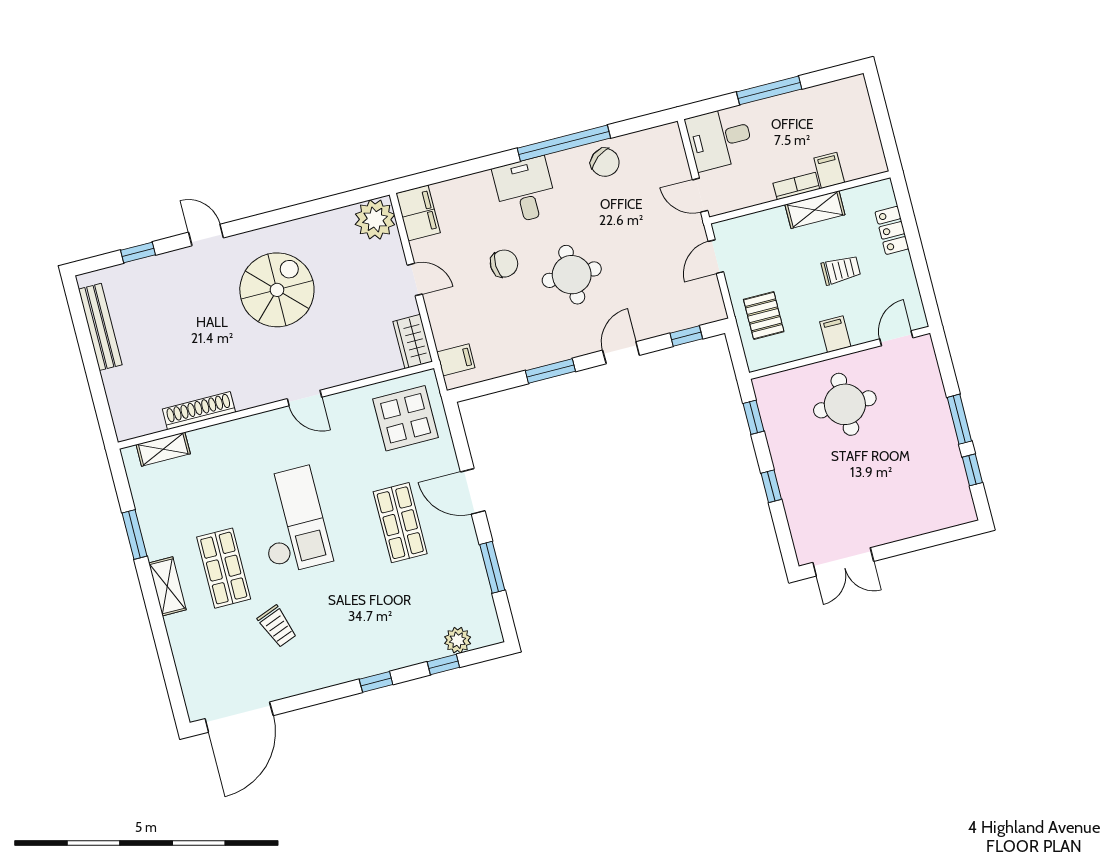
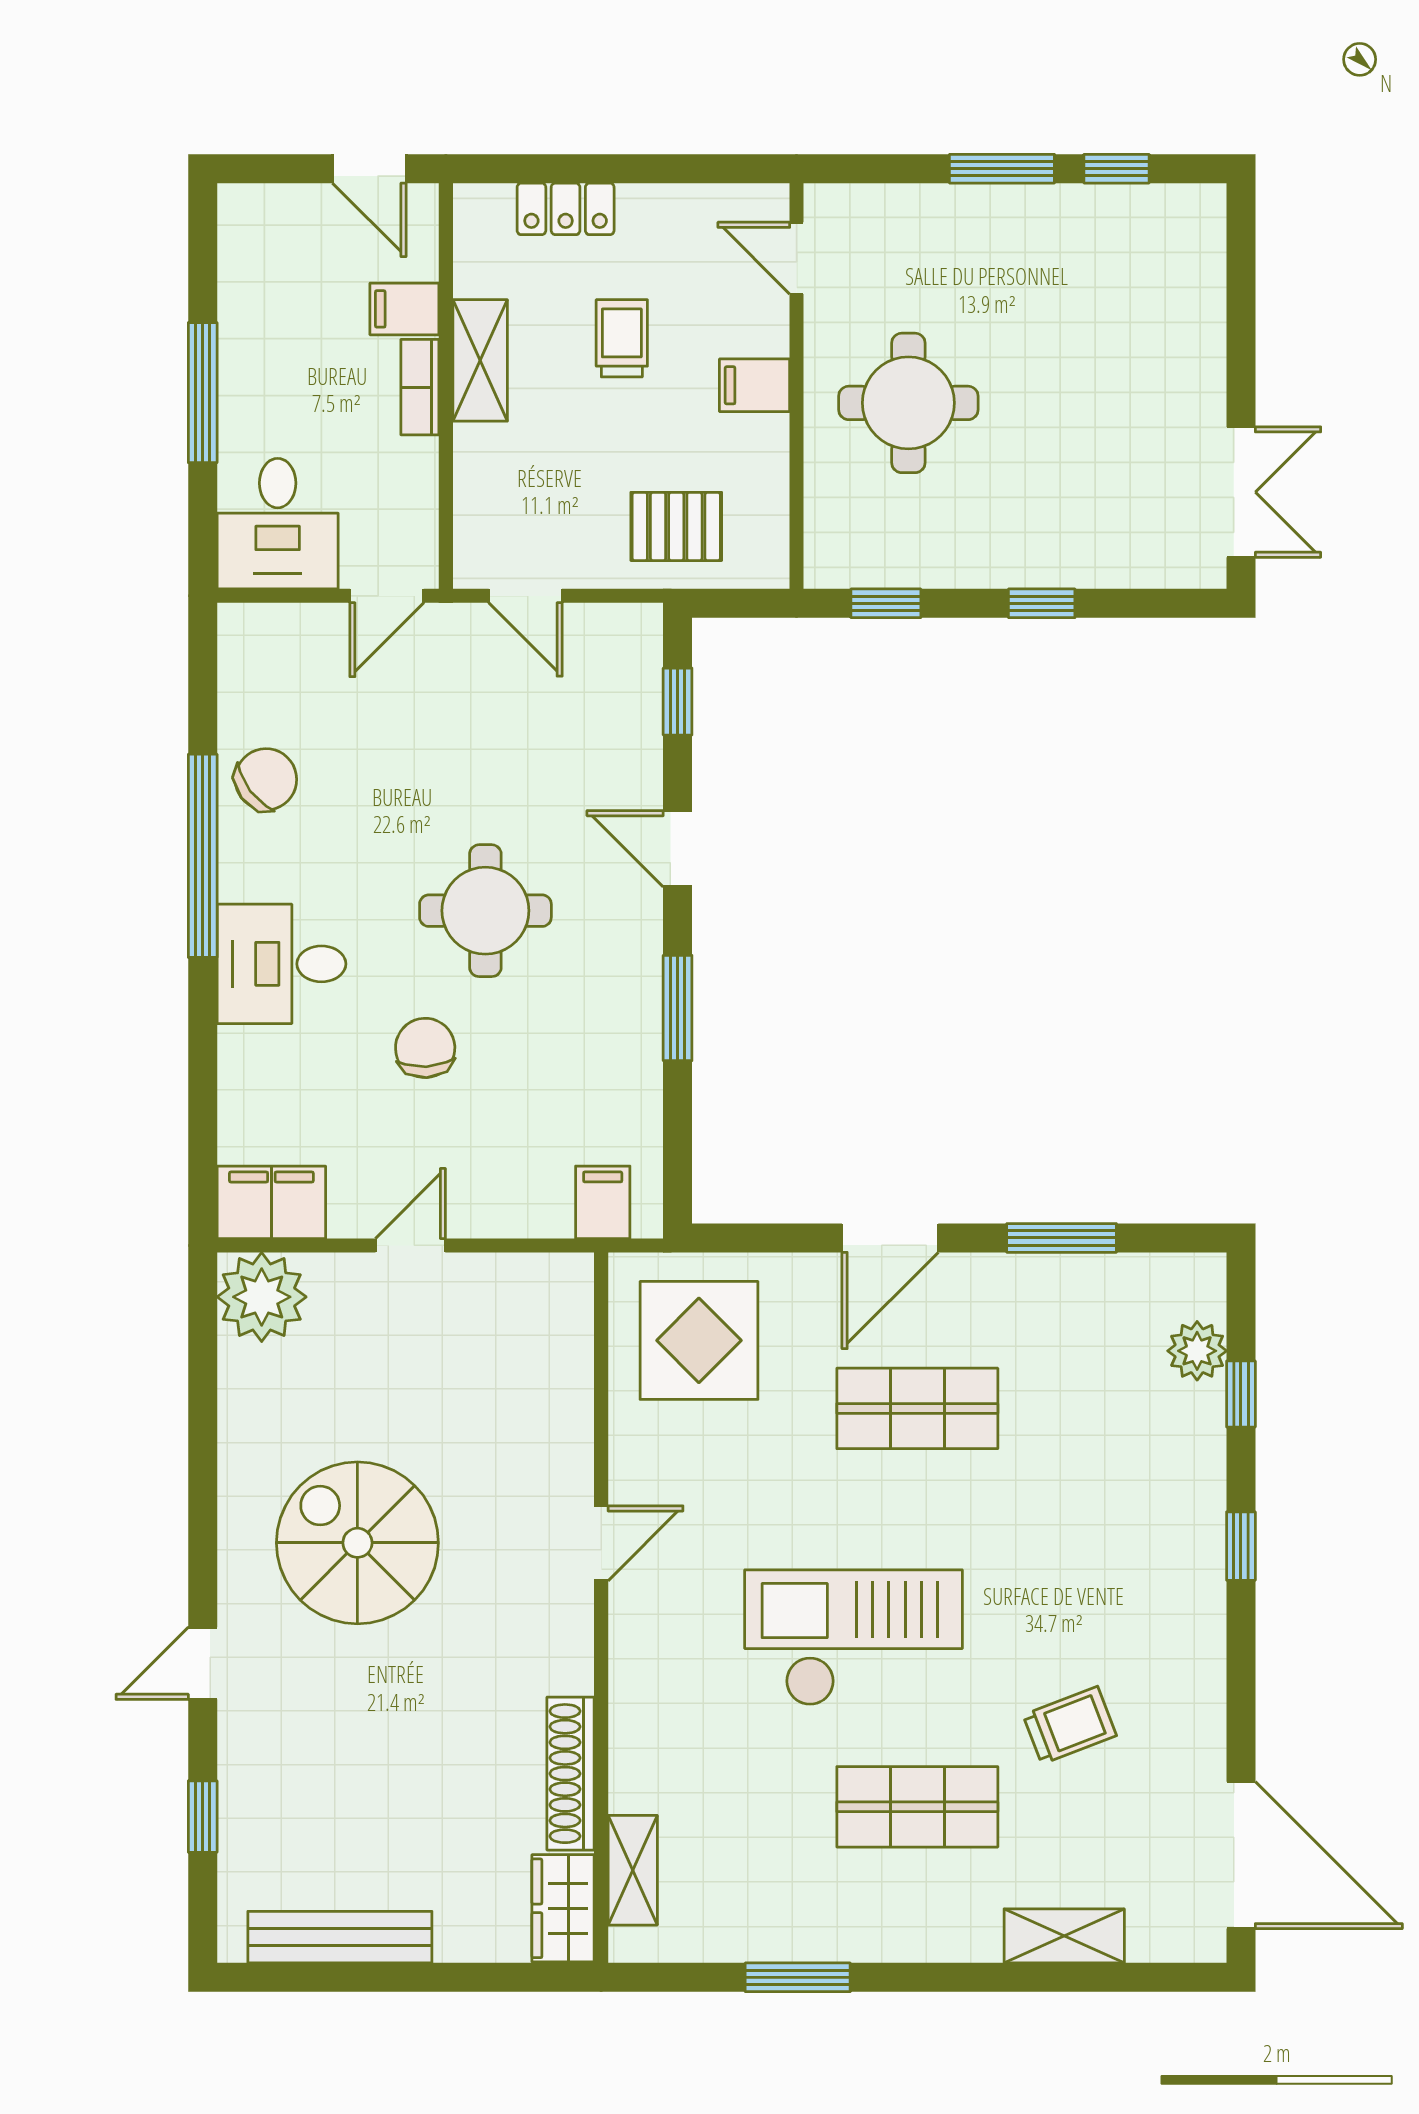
door: (887, 139) -> (369, 169), added
wardrobe: (413, 342) -> (563, 1908), moved, turned 90
shelving: (167, 586) -> (1064, 1936), moved

